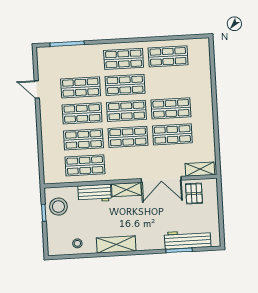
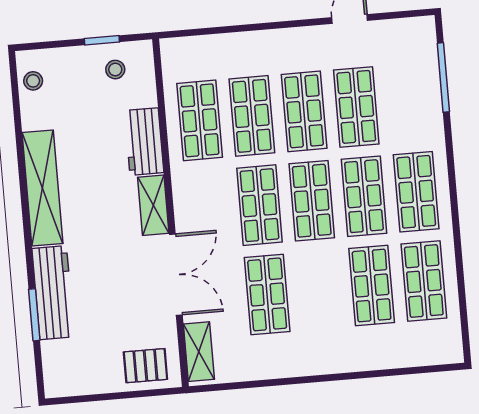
shop shelf: (171, 108) -> (372, 285), moved
double door: (161, 179) -> (176, 275), swing flipped
pallet: (194, 194) -> (145, 366), moved
stool: (58, 207) -> (115, 70), width x0.53, depth x0.53
workbench: (188, 240) -> (53, 293), moved
stool: (77, 243) -> (33, 81), moved
shelving: (116, 244) -> (42, 188), width x1.47

